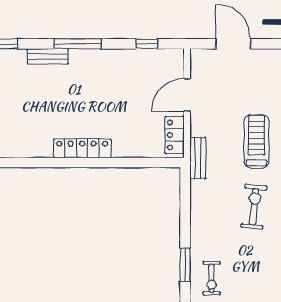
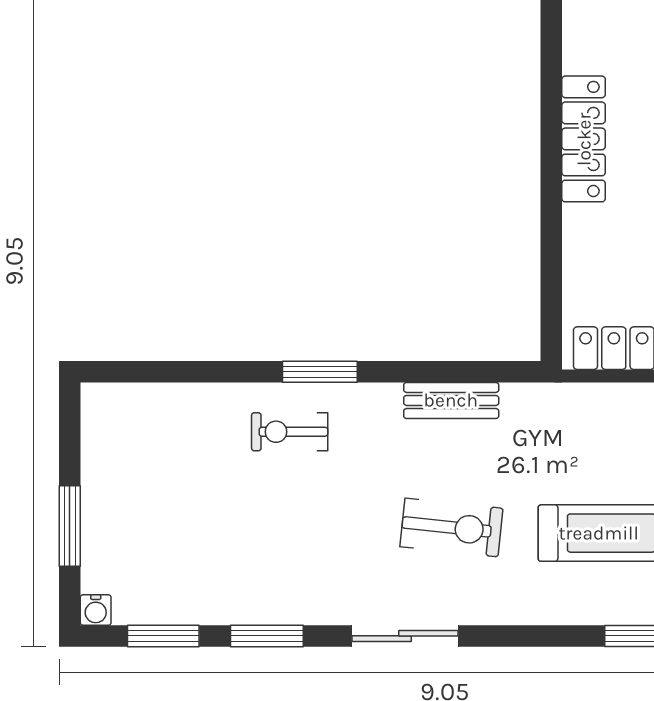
bench: (198, 158) -> (451, 400), moved

